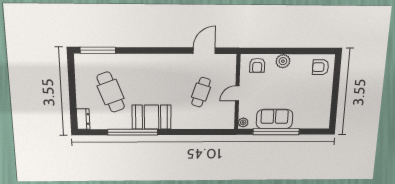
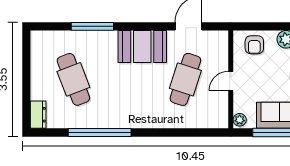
window: (98, 50) -> (92, 26), moved
cafe table: (201, 92) -> (185, 79), width x1.37, depth x1.35
booth: (152, 117) -> (142, 47), moved

